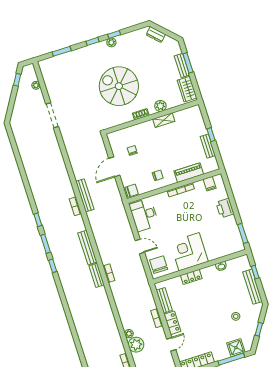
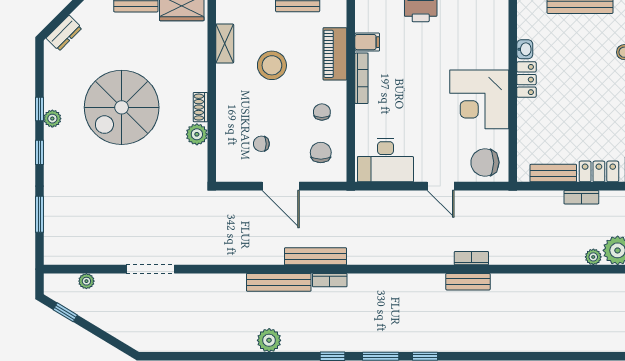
spiral stairs: (119, 86) -> (122, 107), moved
plant: (160, 106) -> (197, 134), moved
shelving: (164, 120) -> (225, 44), moved
stool: (173, 143) -> (272, 65), added
filing cabinet: (210, 184) -> (367, 42), moved
plant: (36, 186) -> (269, 340), added
chair: (132, 191) -> (321, 152), moved
door: (140, 246) -> (441, 186), swing flipped
bench: (87, 248) -> (279, 282), moved
locker: (191, 277) -> (526, 80), moved

